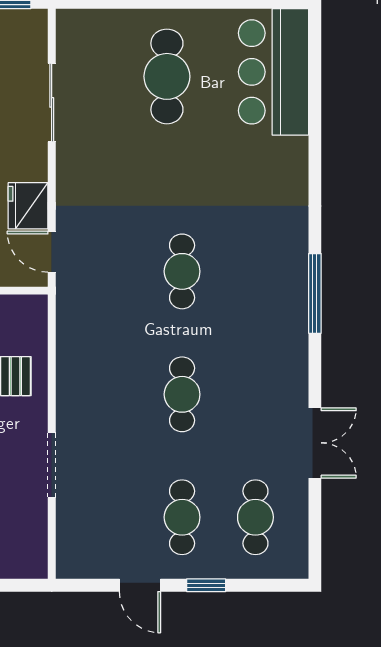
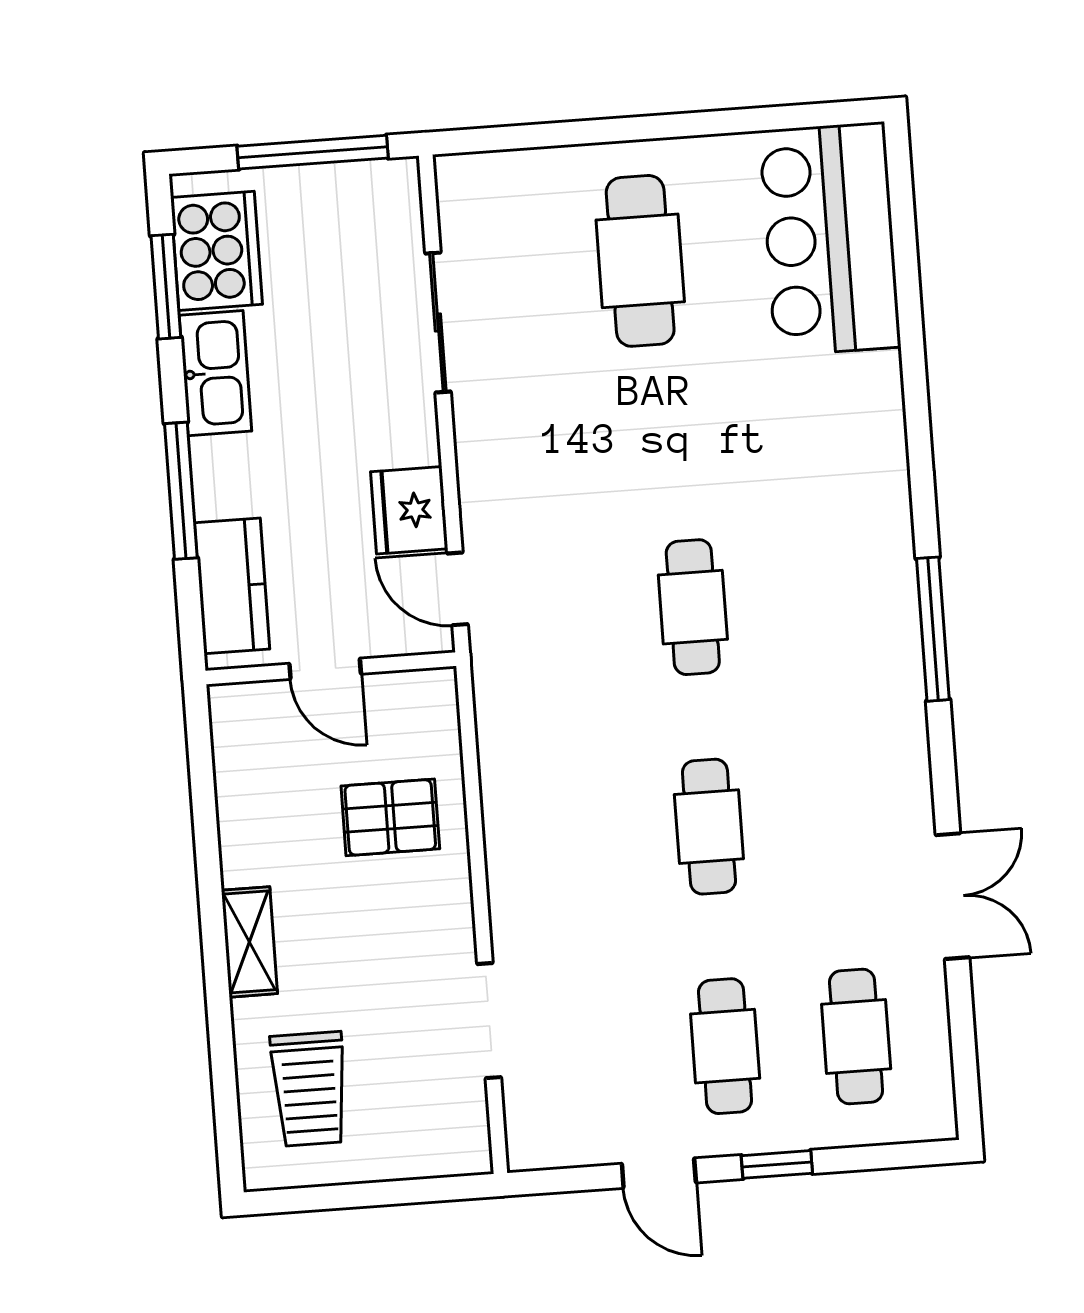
doorway: (52, 465) -> (489, 1021), moved

